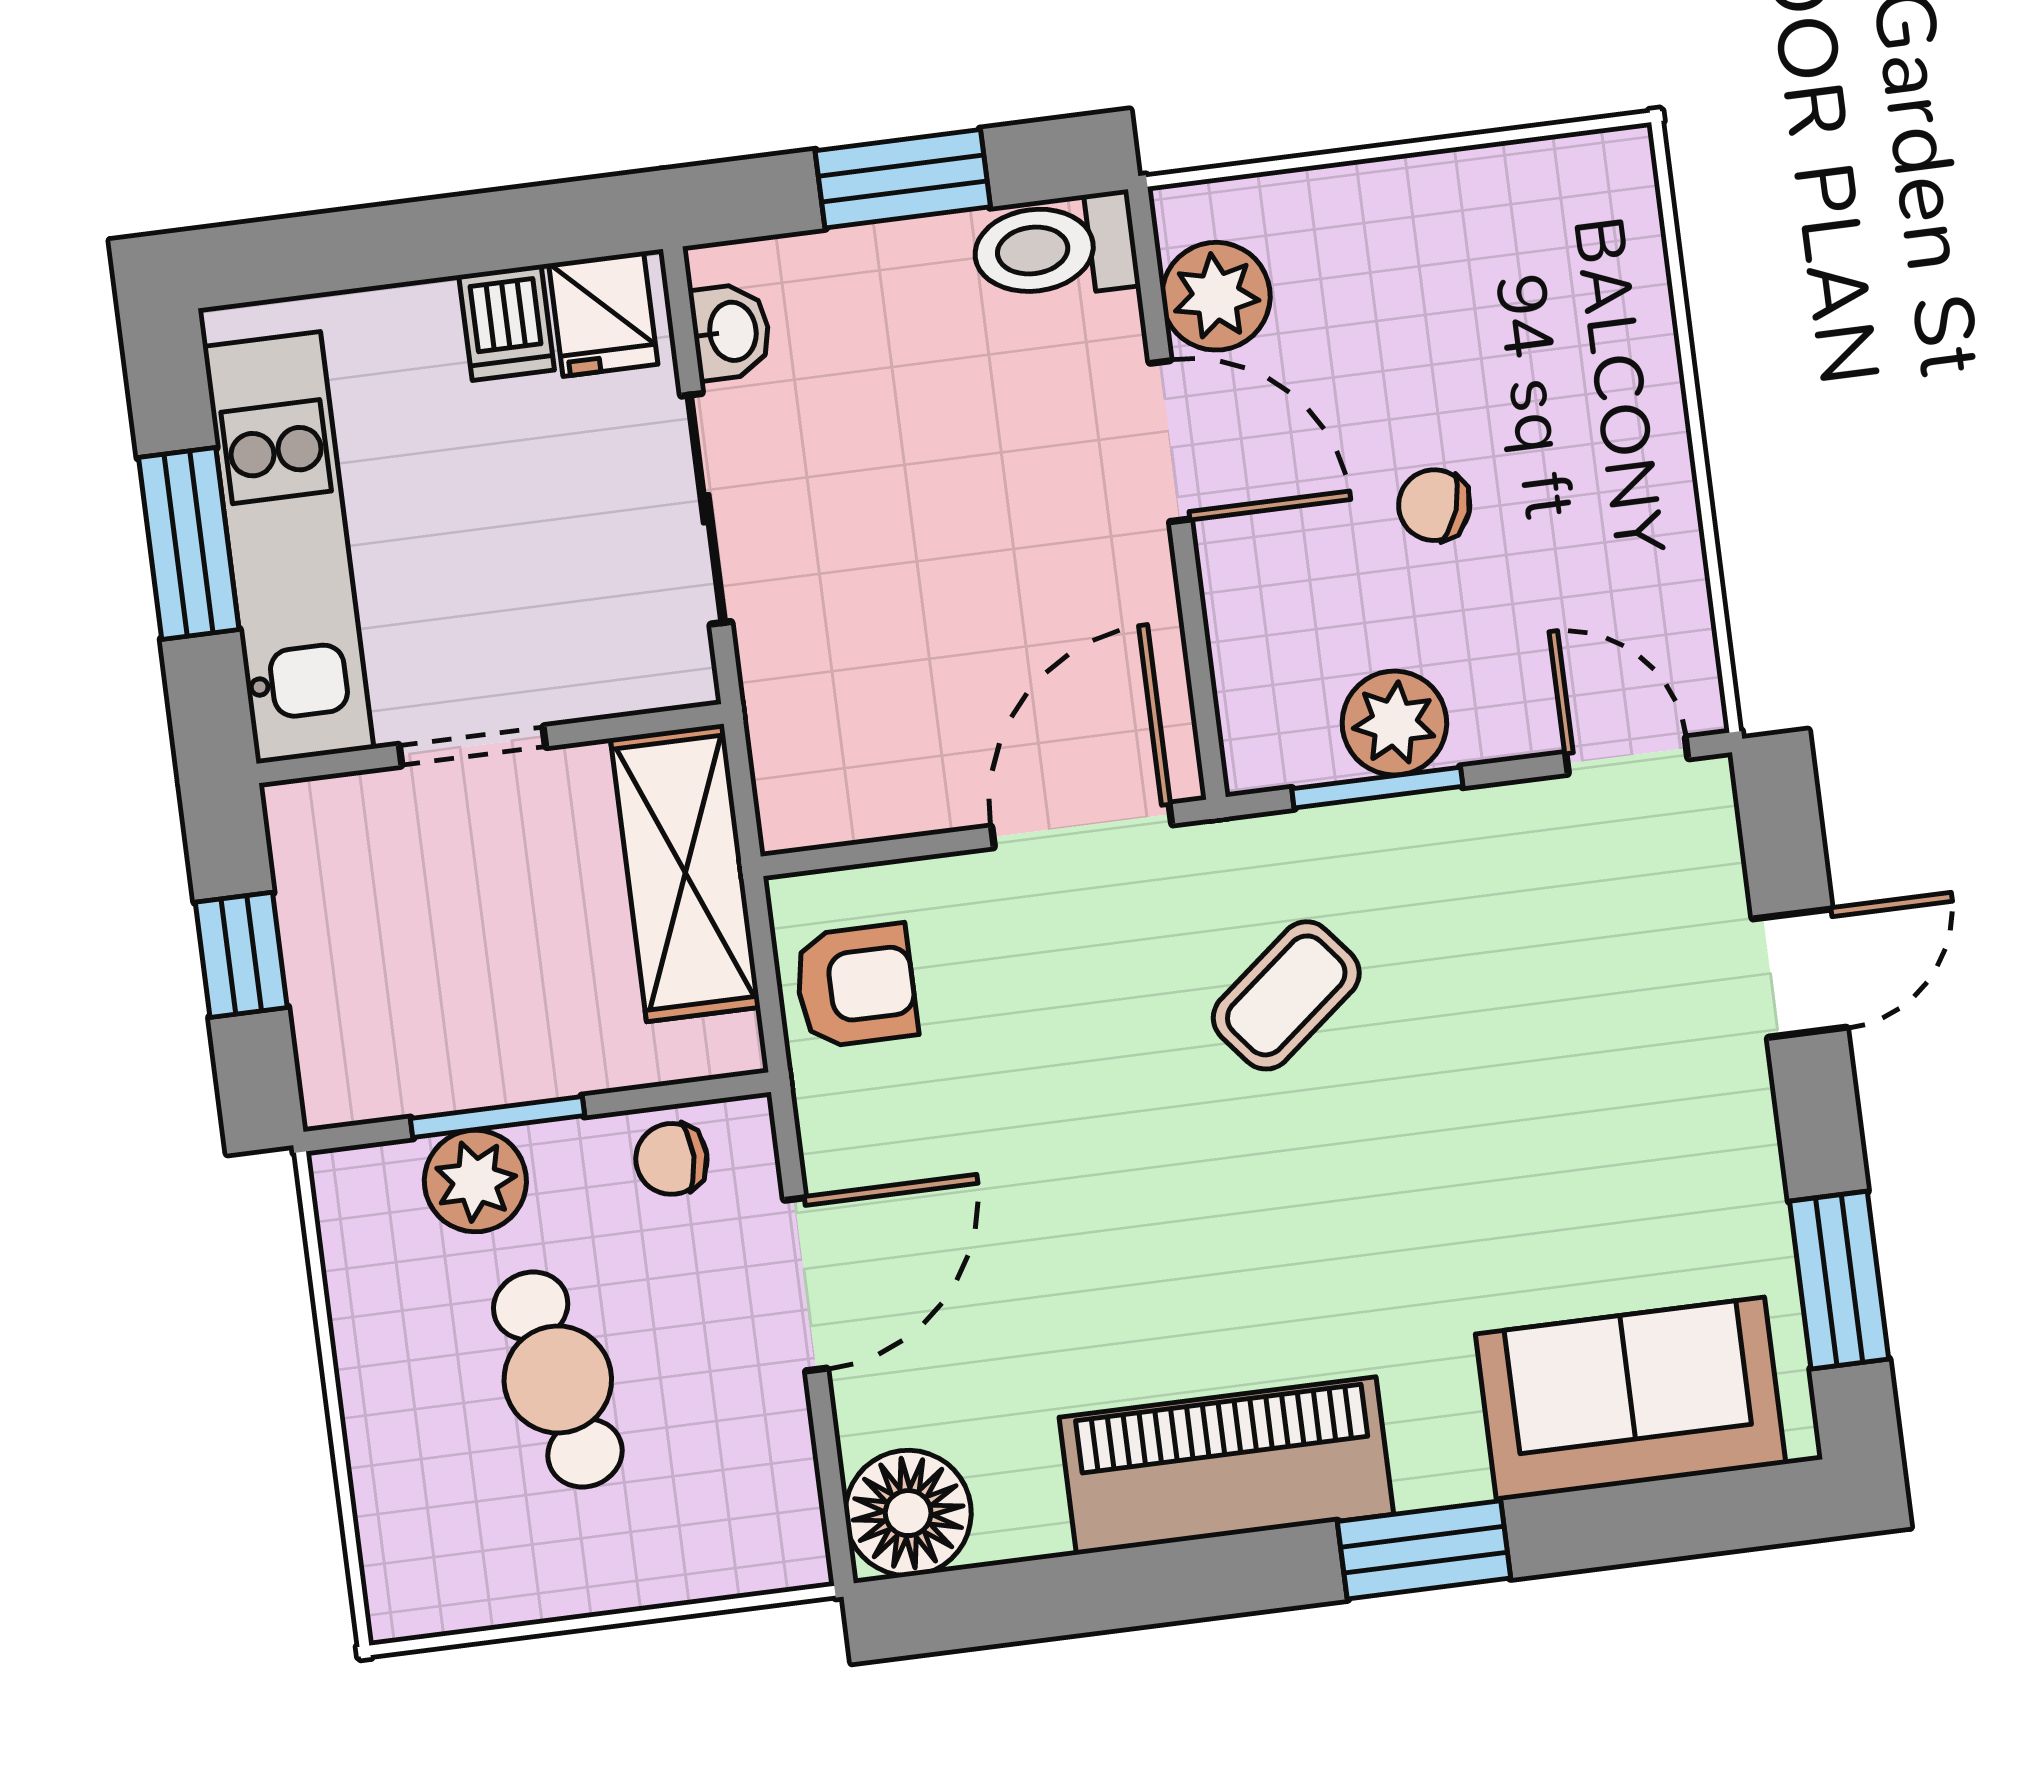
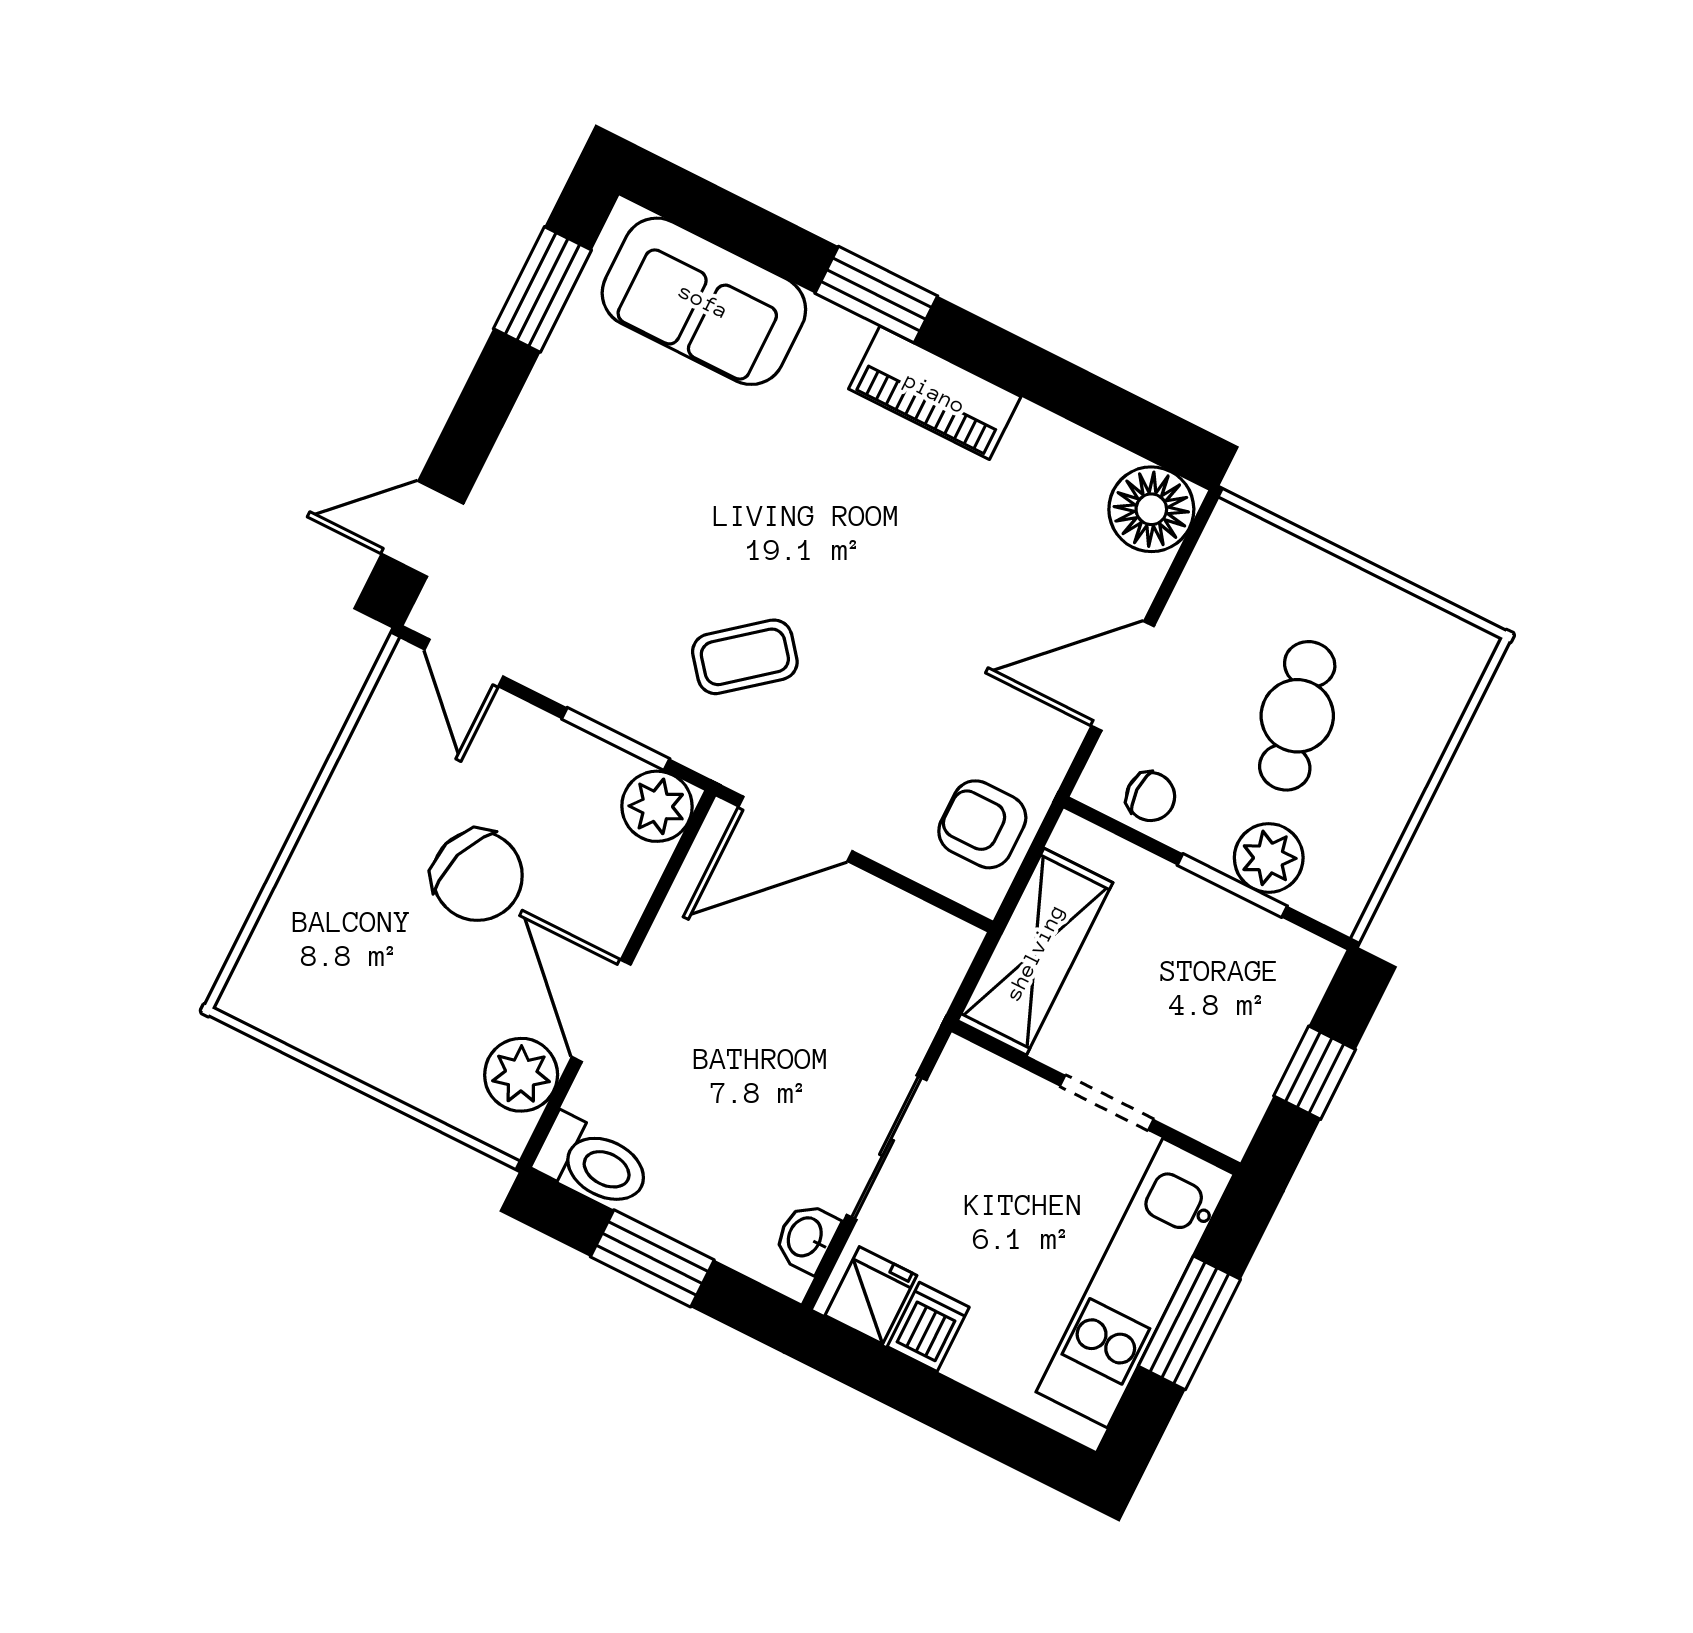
chair: (1434, 505) -> (478, 876), width x1.87, depth x1.87
plant: (1394, 723) -> (657, 806), moved
door: (1800, 973) -> (423, 529), moved
piano: (1226, 1466) -> (935, 393), width x0.73, depth x0.75

